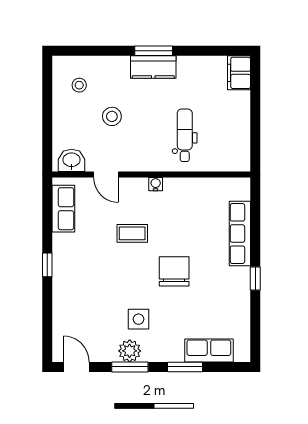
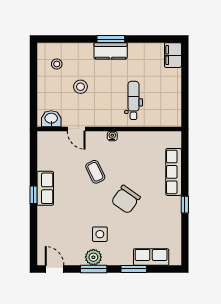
row of seats: (63, 209) -> (45, 188), moved
coffee table: (132, 233) -> (95, 172), turned 64
chair: (174, 271) -> (126, 199), turned -145

